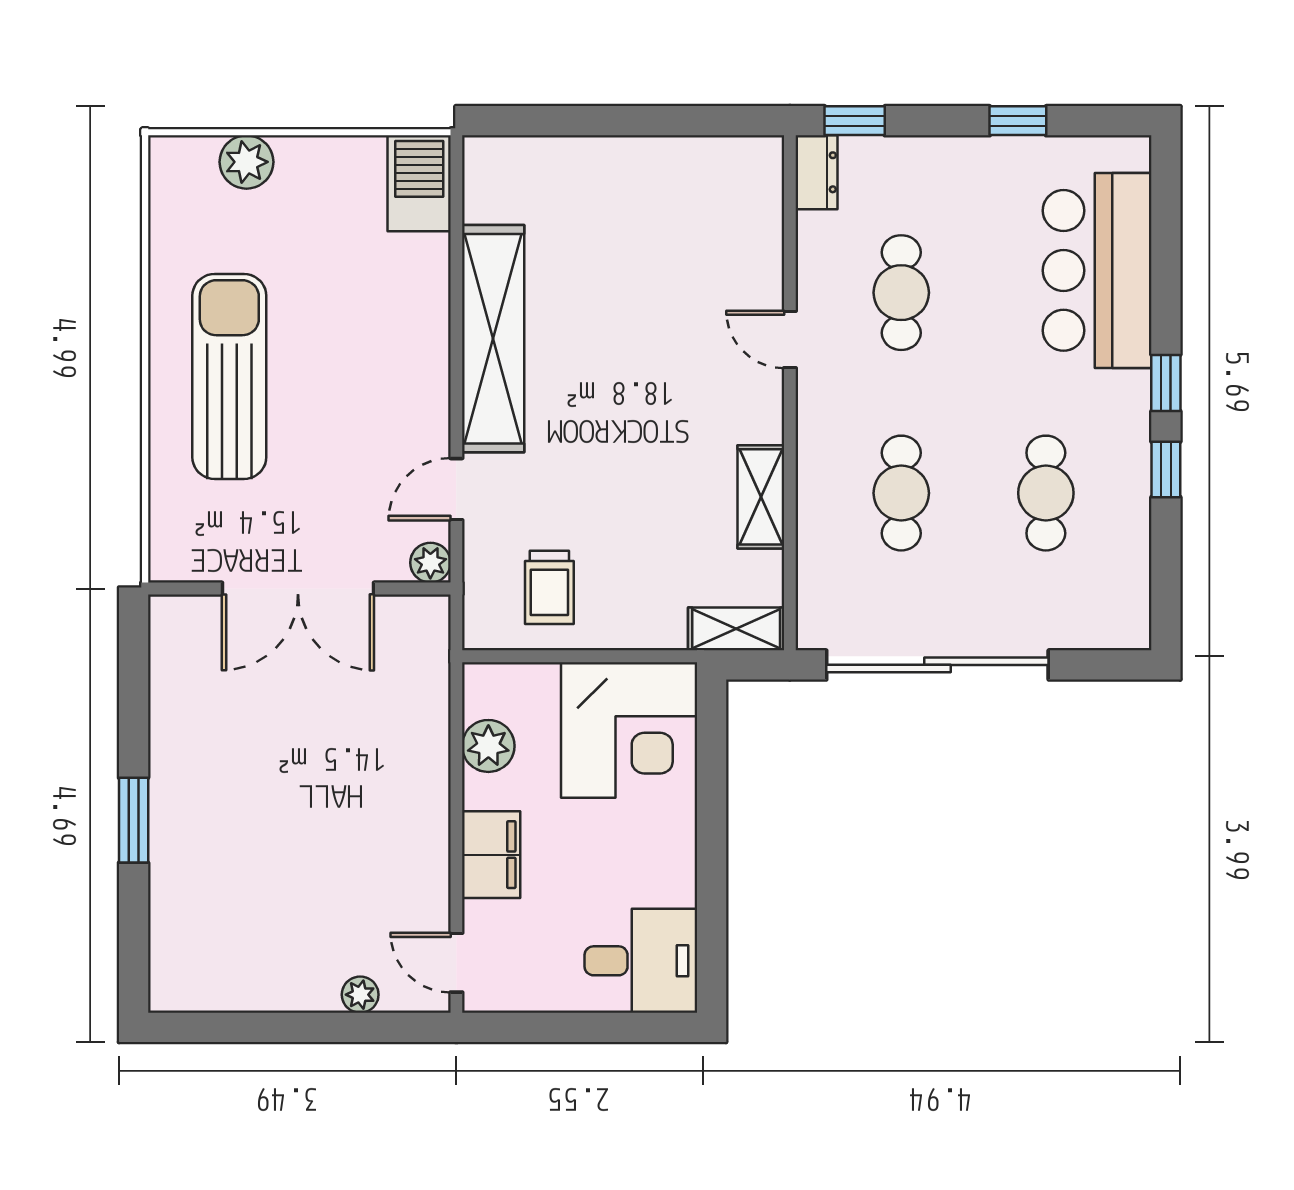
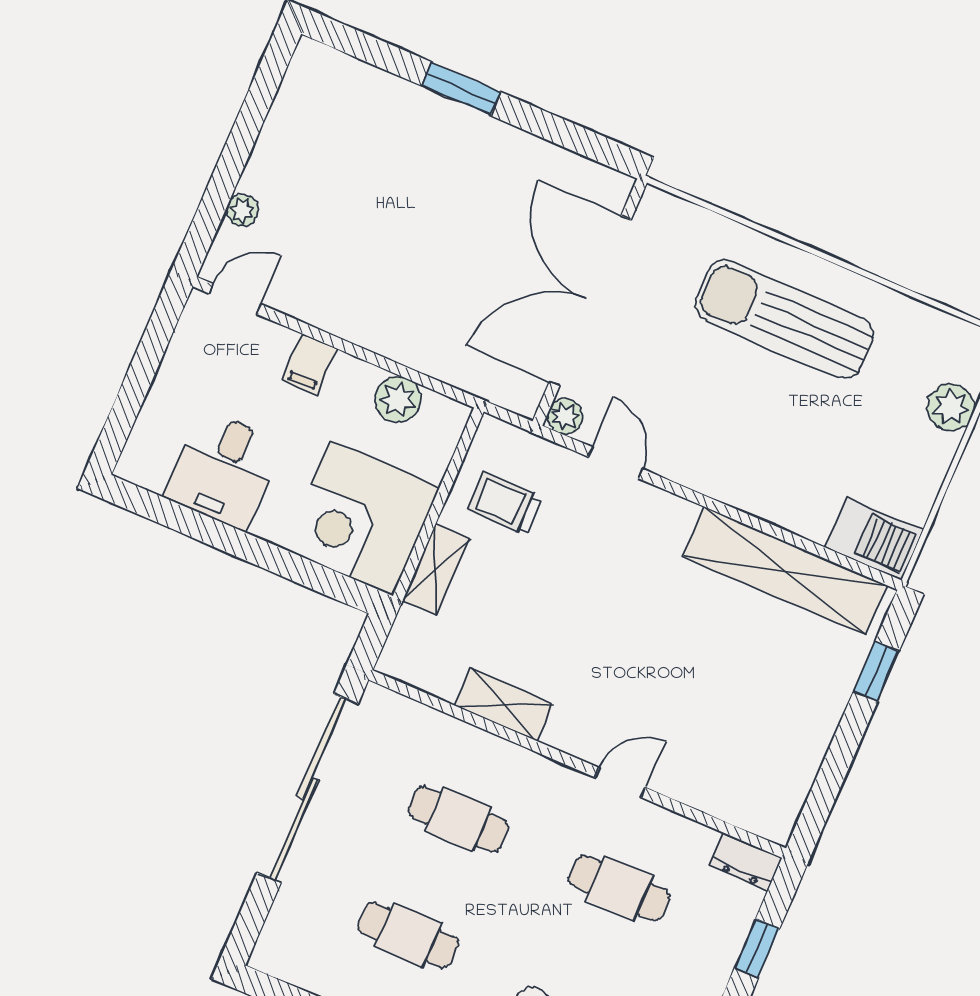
window: (557, 121) -> (876, 671), added
window: (855, 121) -> (757, 948), moved
shelving: (493, 339) -> (785, 571), moved
sun lounger: (229, 376) -> (784, 319), turned 180
double door: (298, 589) -> (590, 301), width x1.36
shelving: (736, 629) -> (436, 570), moved
filing cabinet: (491, 855) -> (310, 364), width x0.50
desk: (641, 961) -> (223, 470), moved

